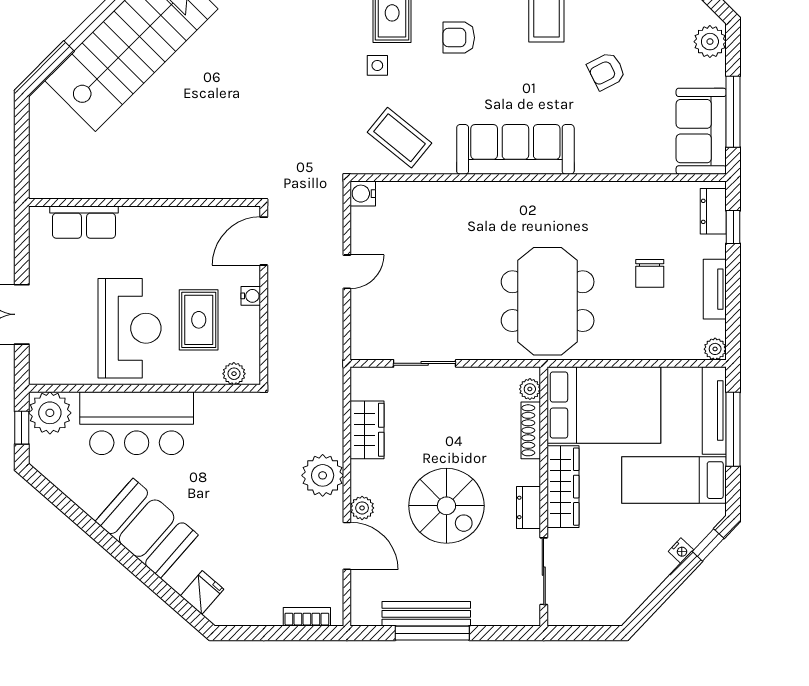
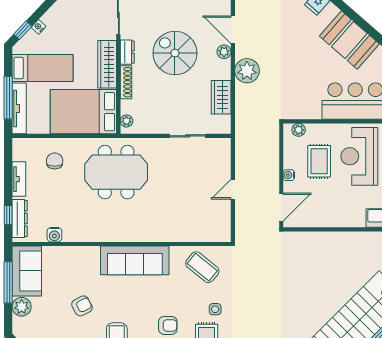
plant: (710, 42) -> (22, 307), moved
water cooler: (363, 194) -> (54, 235), moved, turned 90
dresser: (713, 211) -> (20, 218), width x1.44
chair: (650, 273) -> (55, 161), moved
meeting table: (548, 301) -> (116, 172), turned 90
plant: (715, 349) -> (19, 144), removed
shoe rack: (531, 430) -> (126, 82), moved

